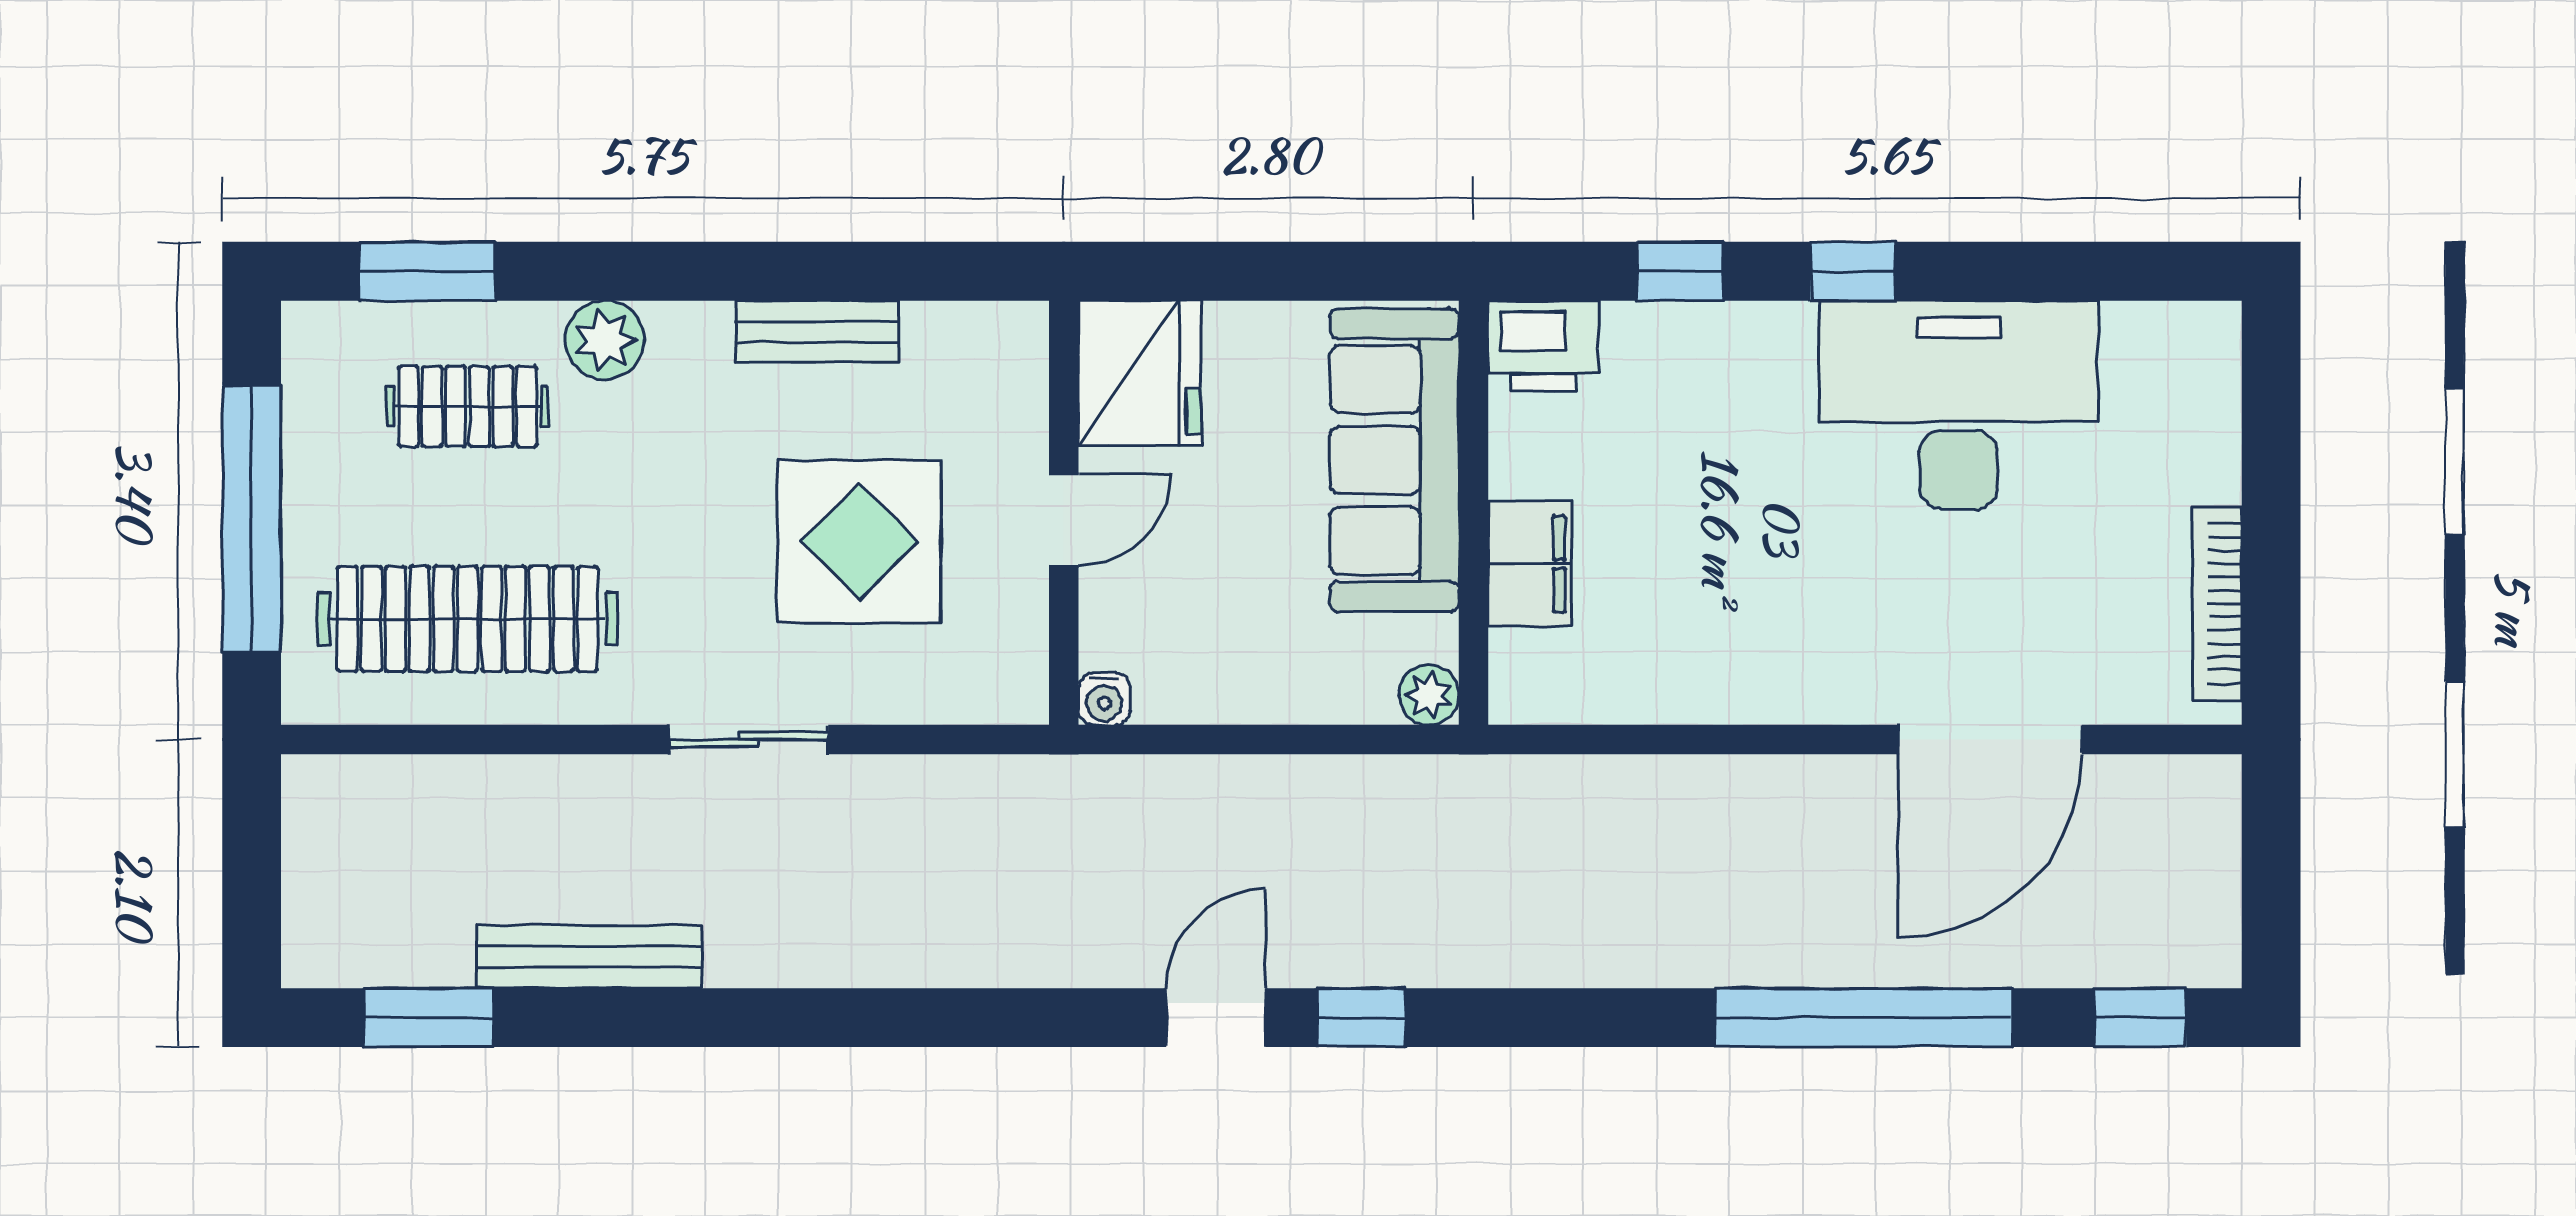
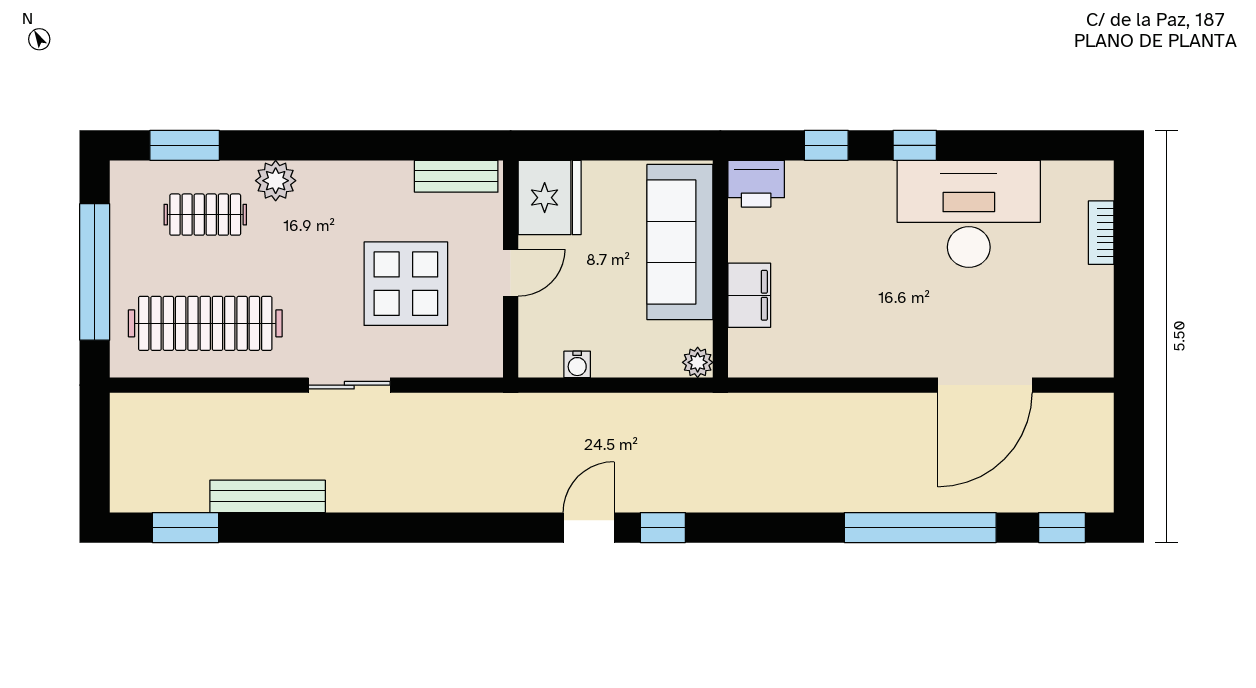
bench: (817, 332) -> (456, 176), moved
bookcase: (2217, 604) -> (1101, 233), moved, width x0.64
water cooler: (1104, 699) -> (577, 364), moved

